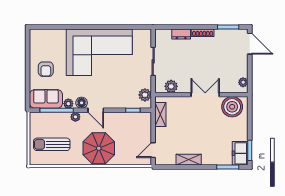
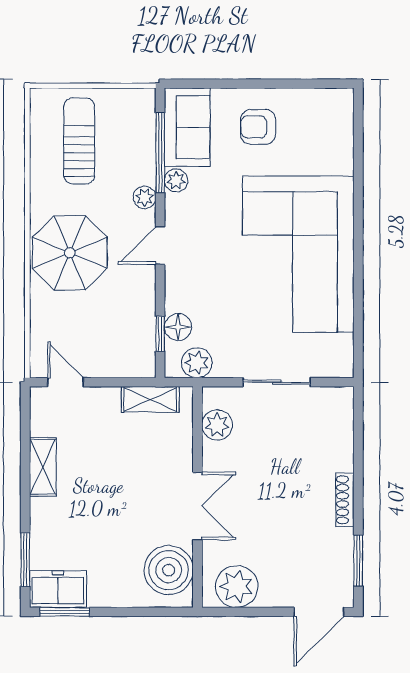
dresser: (181, 34) -> (342, 449), removed
plant: (243, 82) -> (237, 586), width x1.87, depth x1.87
floor lamp: (82, 103) -> (178, 327), moved

